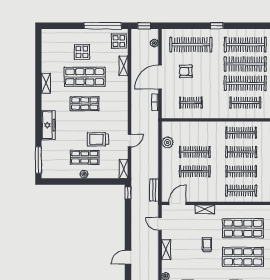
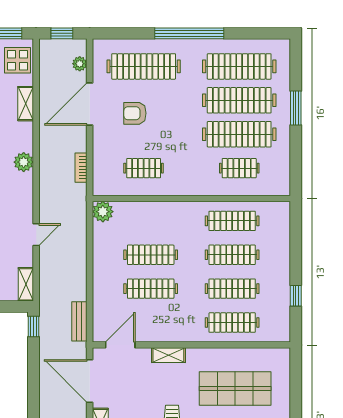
window: (217, 26) -> (189, 33), width x3.17
door: (160, 77) -> (90, 104), moved
plant: (122, 99) -> (24, 162), added
clothes rail: (245, 103) -> (239, 168), width x0.73
plant: (168, 143) -> (103, 212), moved
door: (160, 224) -> (90, 381), width x1.88

